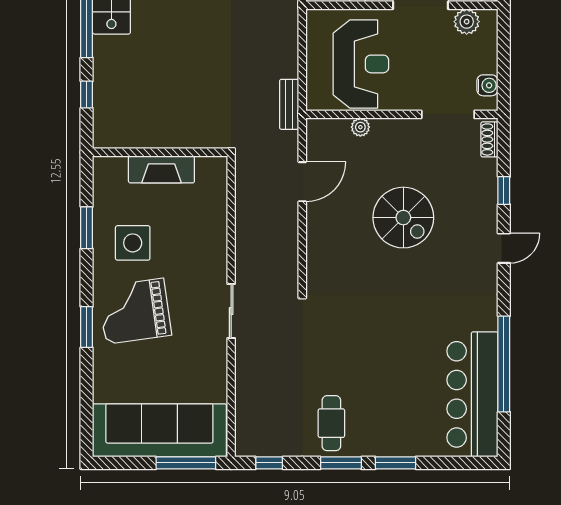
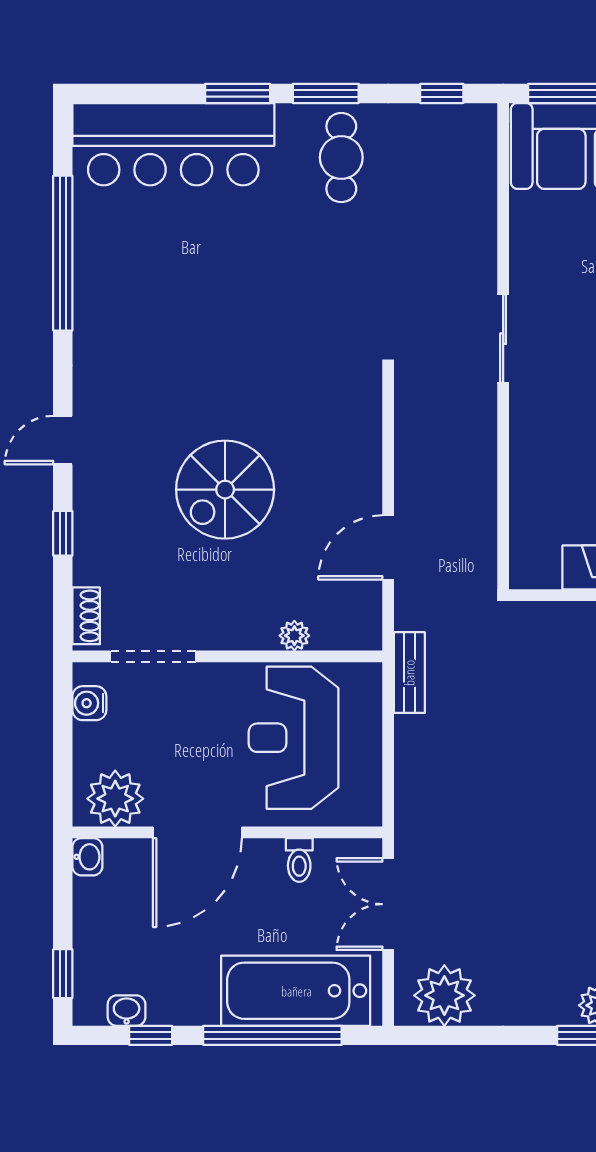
plant: (467, 22) -> (115, 799), width x1.36, depth x1.36
spiral stairs: (403, 218) -> (225, 490), turned -90
bar counter: (472, 394) -> (173, 144), moved, turned 90

